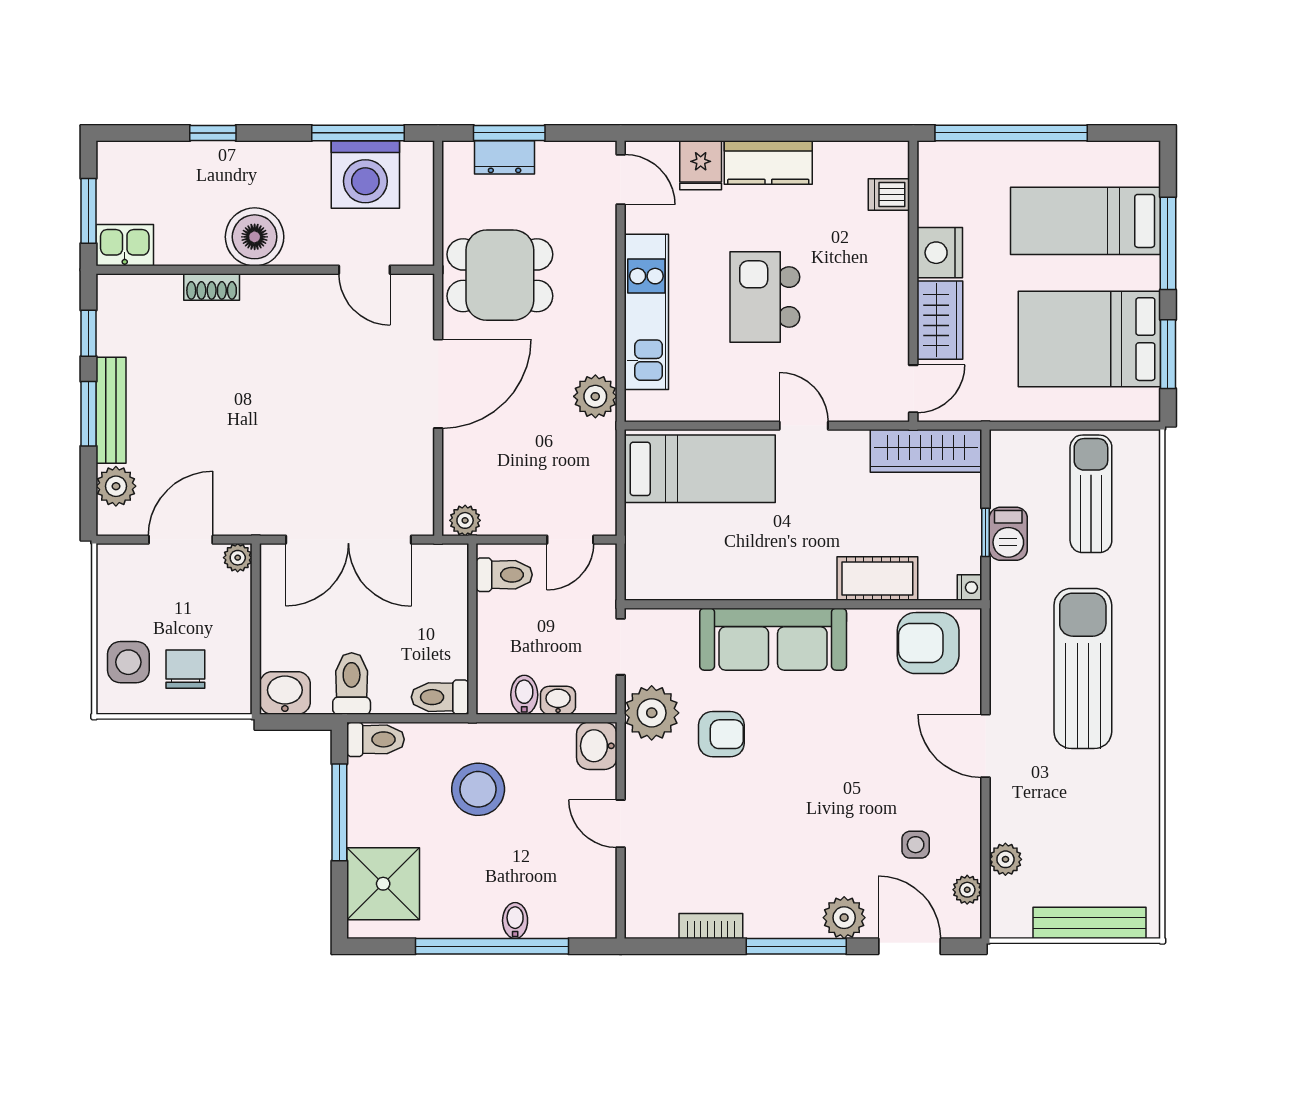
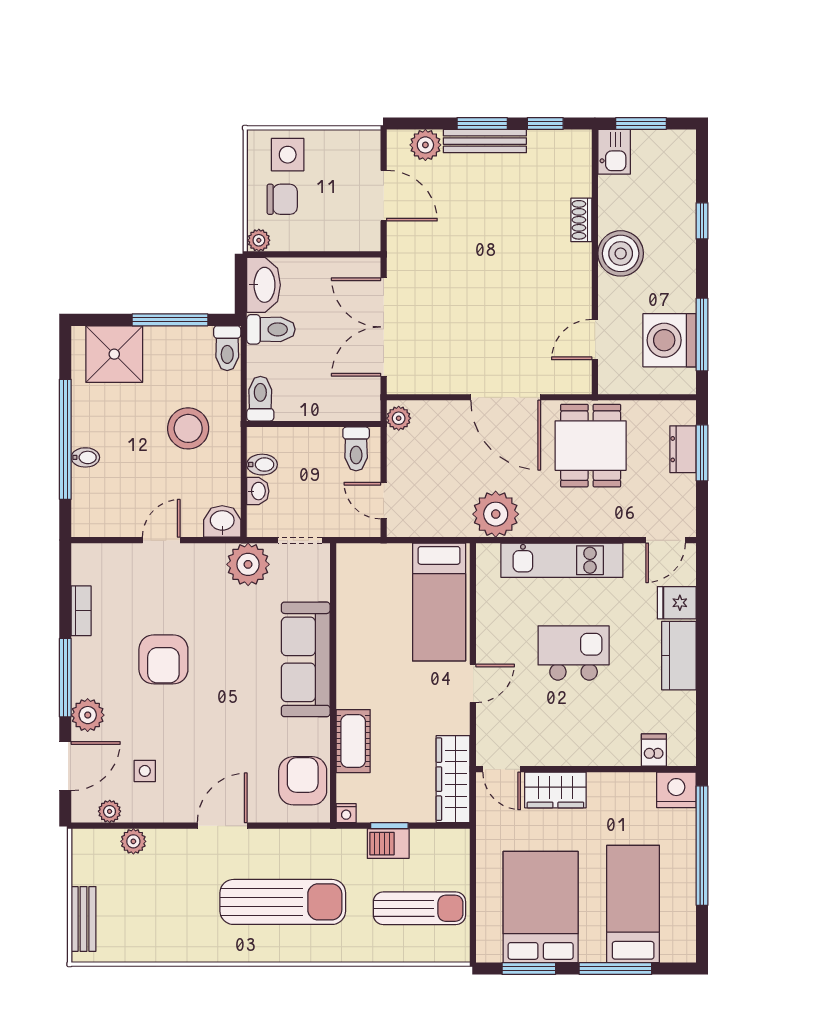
nightstand: (940, 253) -> (676, 790), moved
plant: (595, 396) -> (496, 514), width x1.36, depth x1.36
plant: (238, 558) -> (259, 240), moved
washbasin: (285, 693) -> (264, 285), width x1.38
armchair: (721, 734) -> (163, 659), moved, width x1.38, depth x1.38
bench: (1090, 923) -> (84, 919), width x0.73

